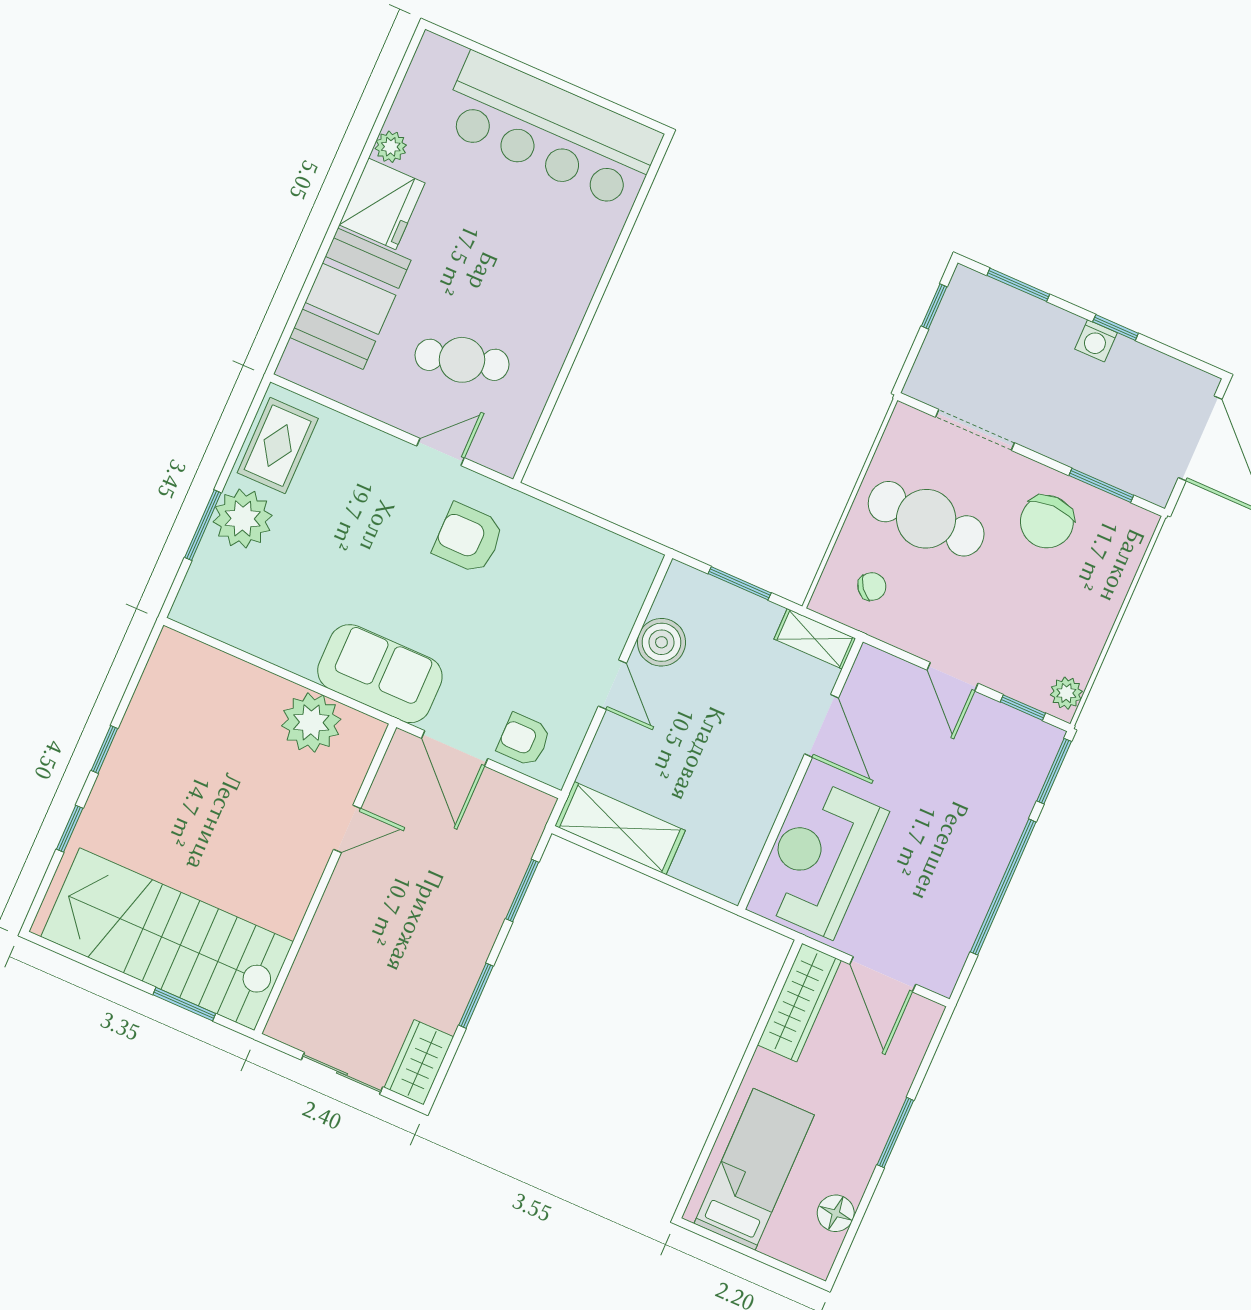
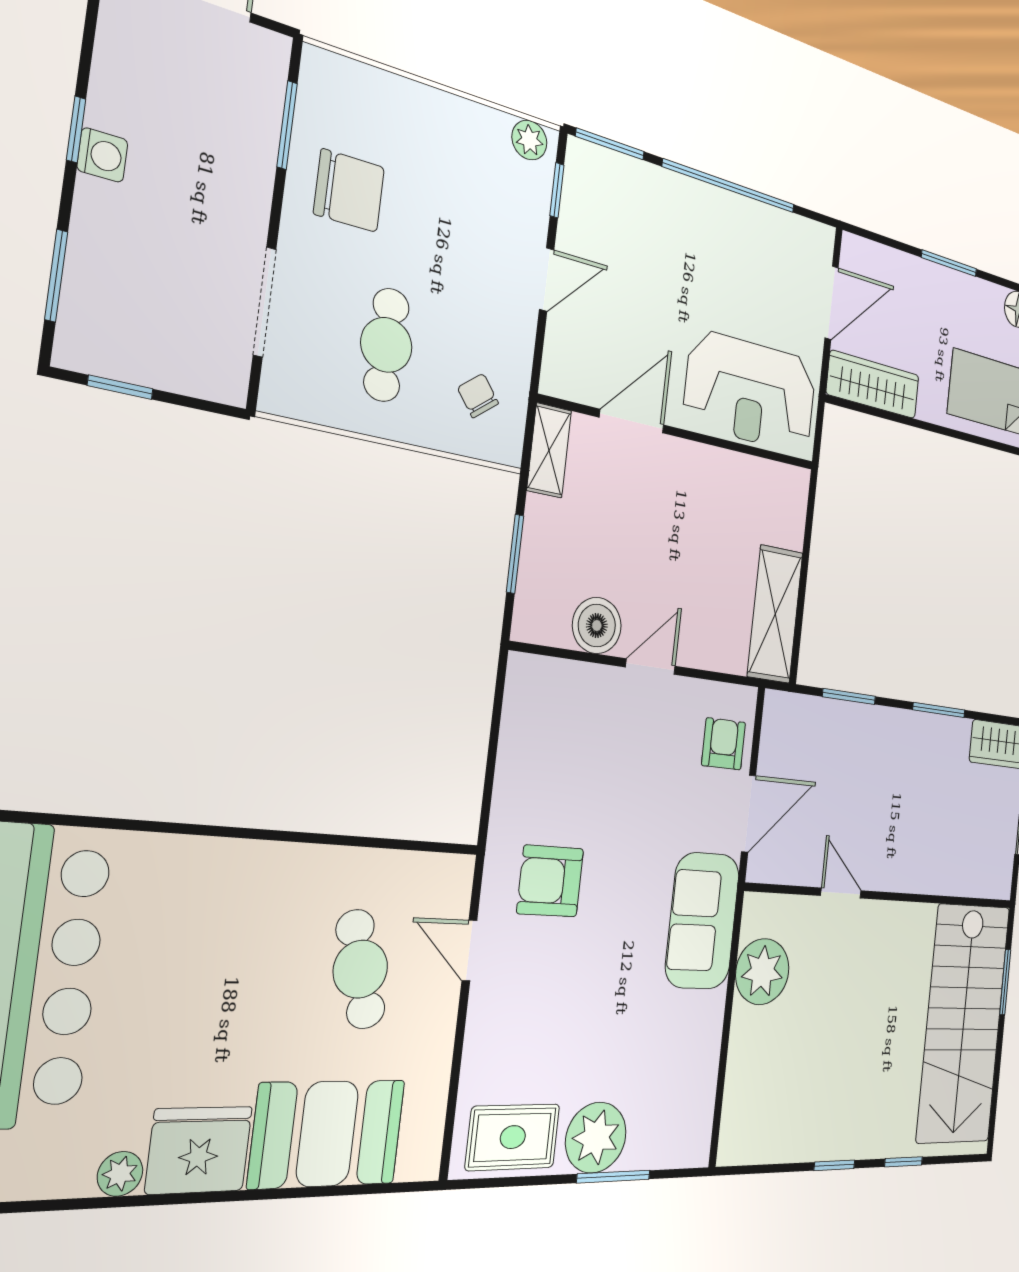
cafe table: (926, 519) -> (386, 345), width x0.73, depth x0.74
armchair: (468, 538) -> (550, 881), turned 90
armchair: (524, 740) -> (724, 744), turned 180

